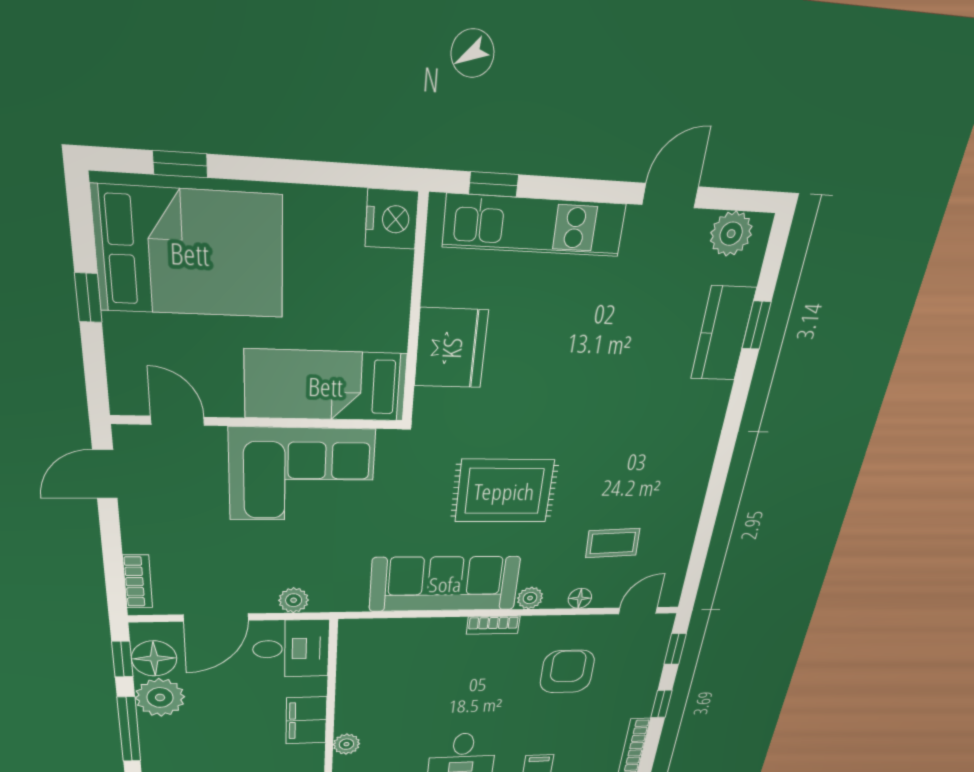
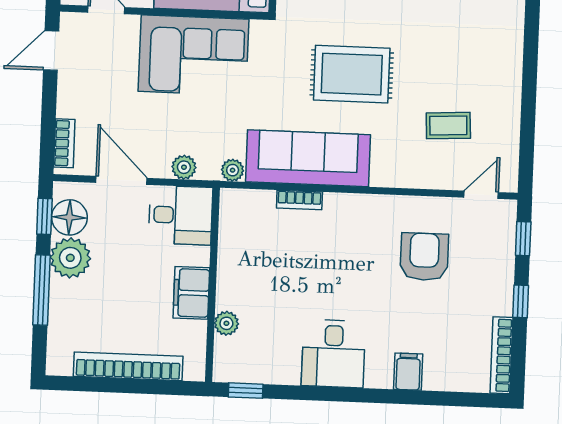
plant: (530, 598) -> (233, 170), moved
floor lamp: (580, 598) -> (426, 179), removed
door: (216, 618) -> (121, 180), swing flipped
bookcase: (493, 625) -> (299, 200), moved

